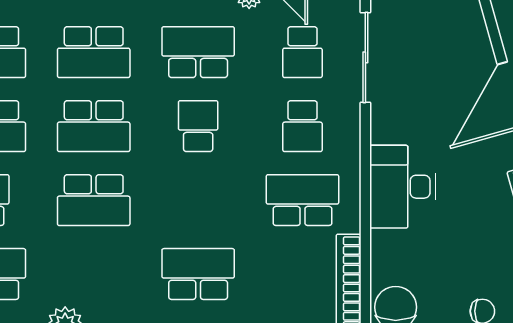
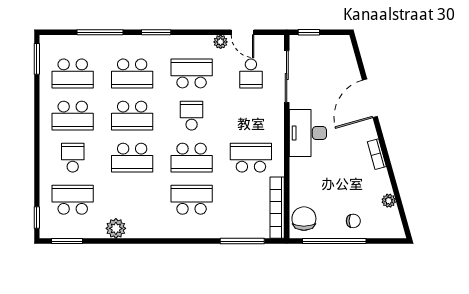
school desk: (302, 126) -> (192, 158), moved, width x1.85
desk: (403, 187) -> (308, 133), moved

